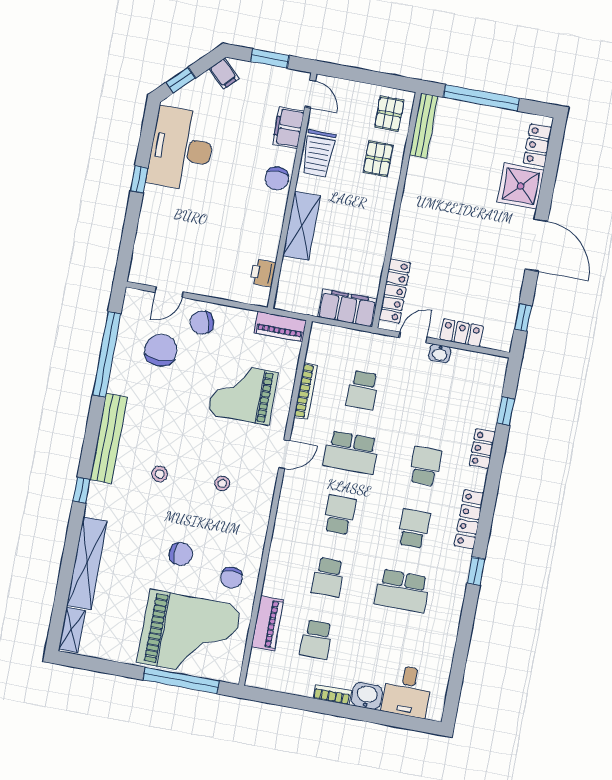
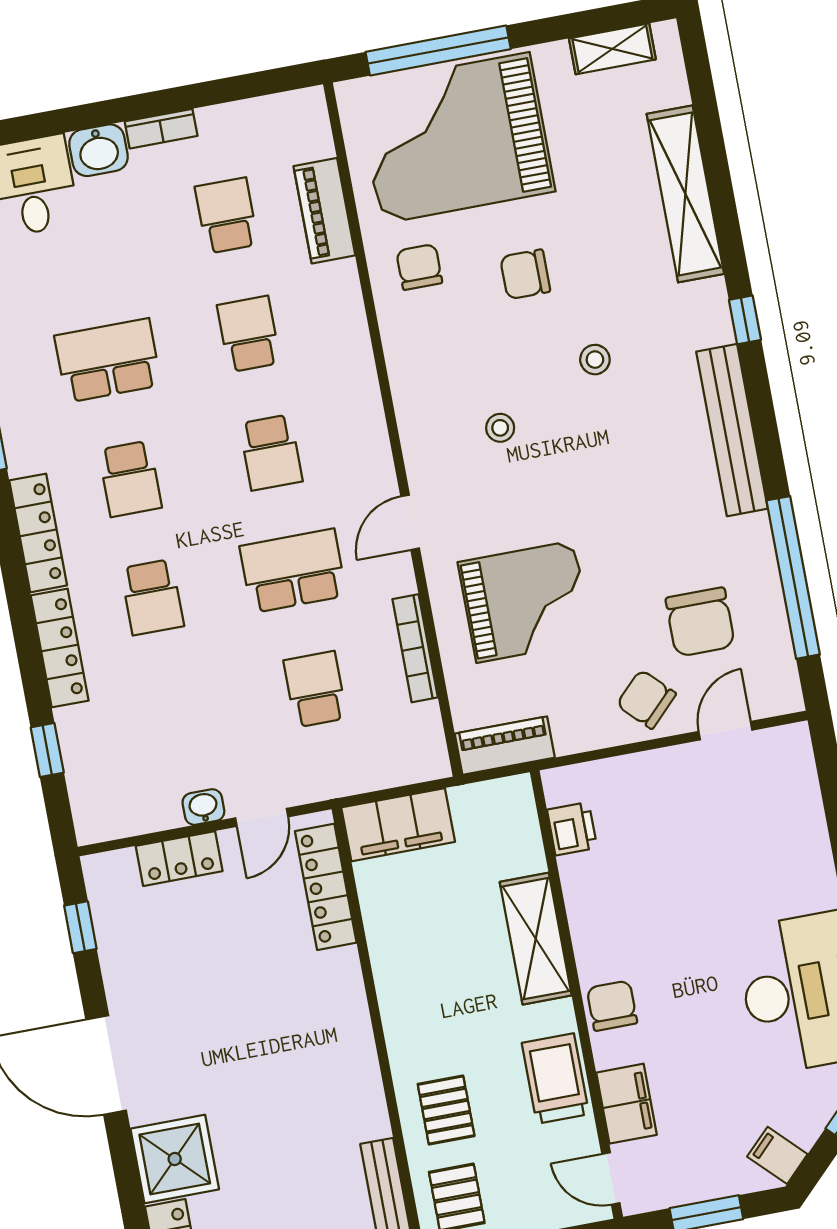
chair: (202, 322) -> (646, 699), turned -118
locker: (482, 449) -> (60, 648), width x1.53
stool: (160, 474) -> (595, 360), moved
shelving: (72, 630) -> (612, 49), moved, turned 90

